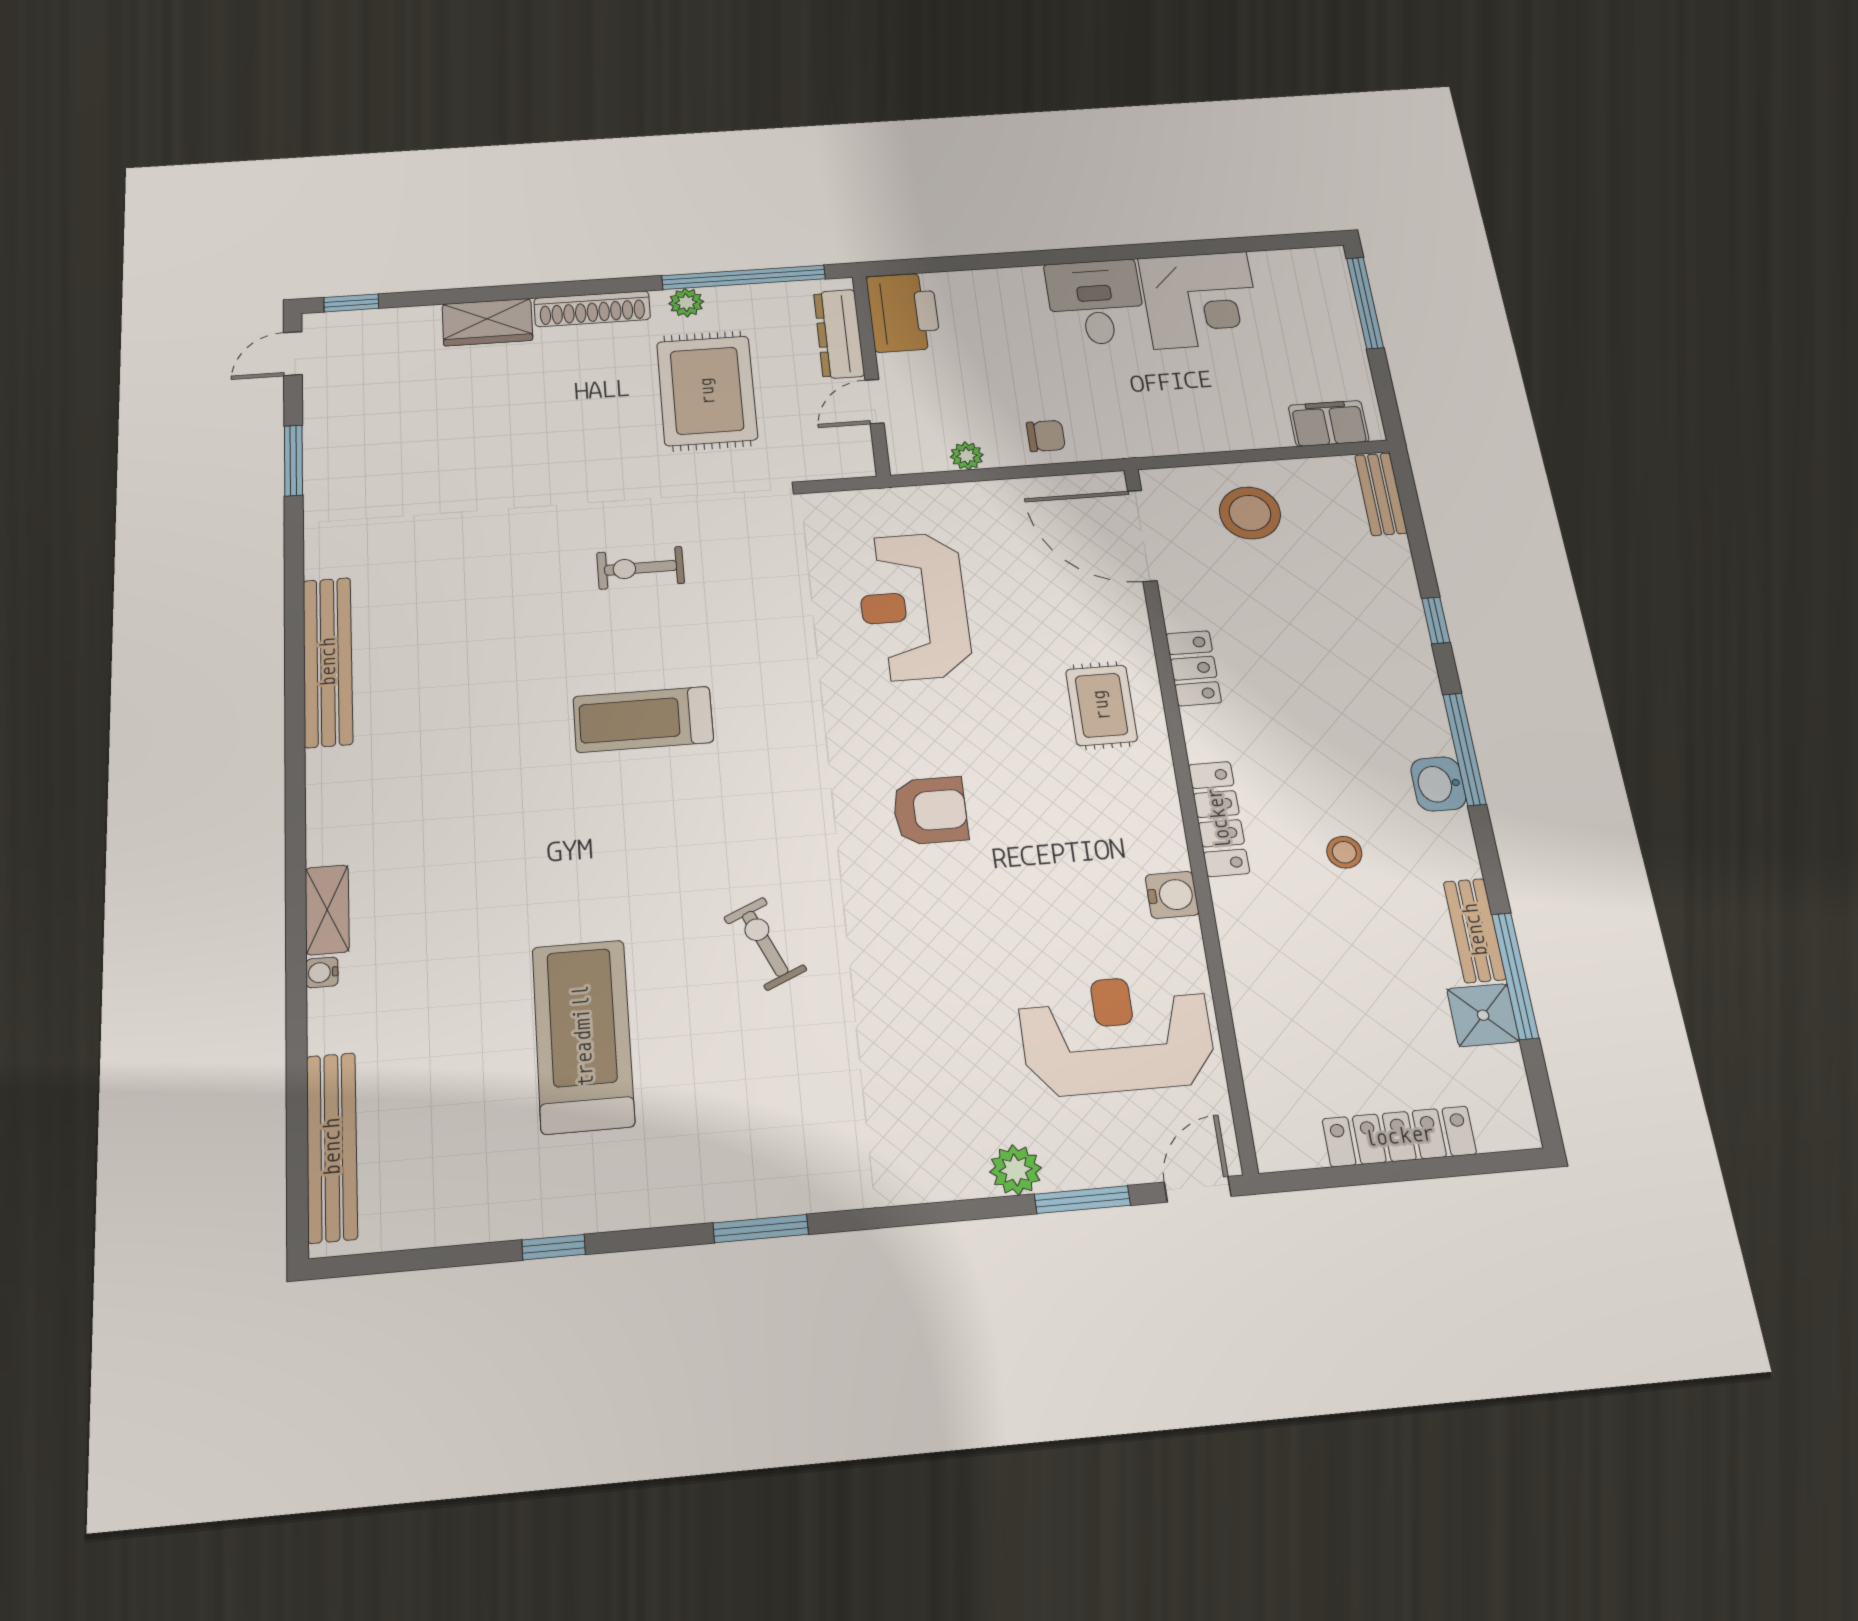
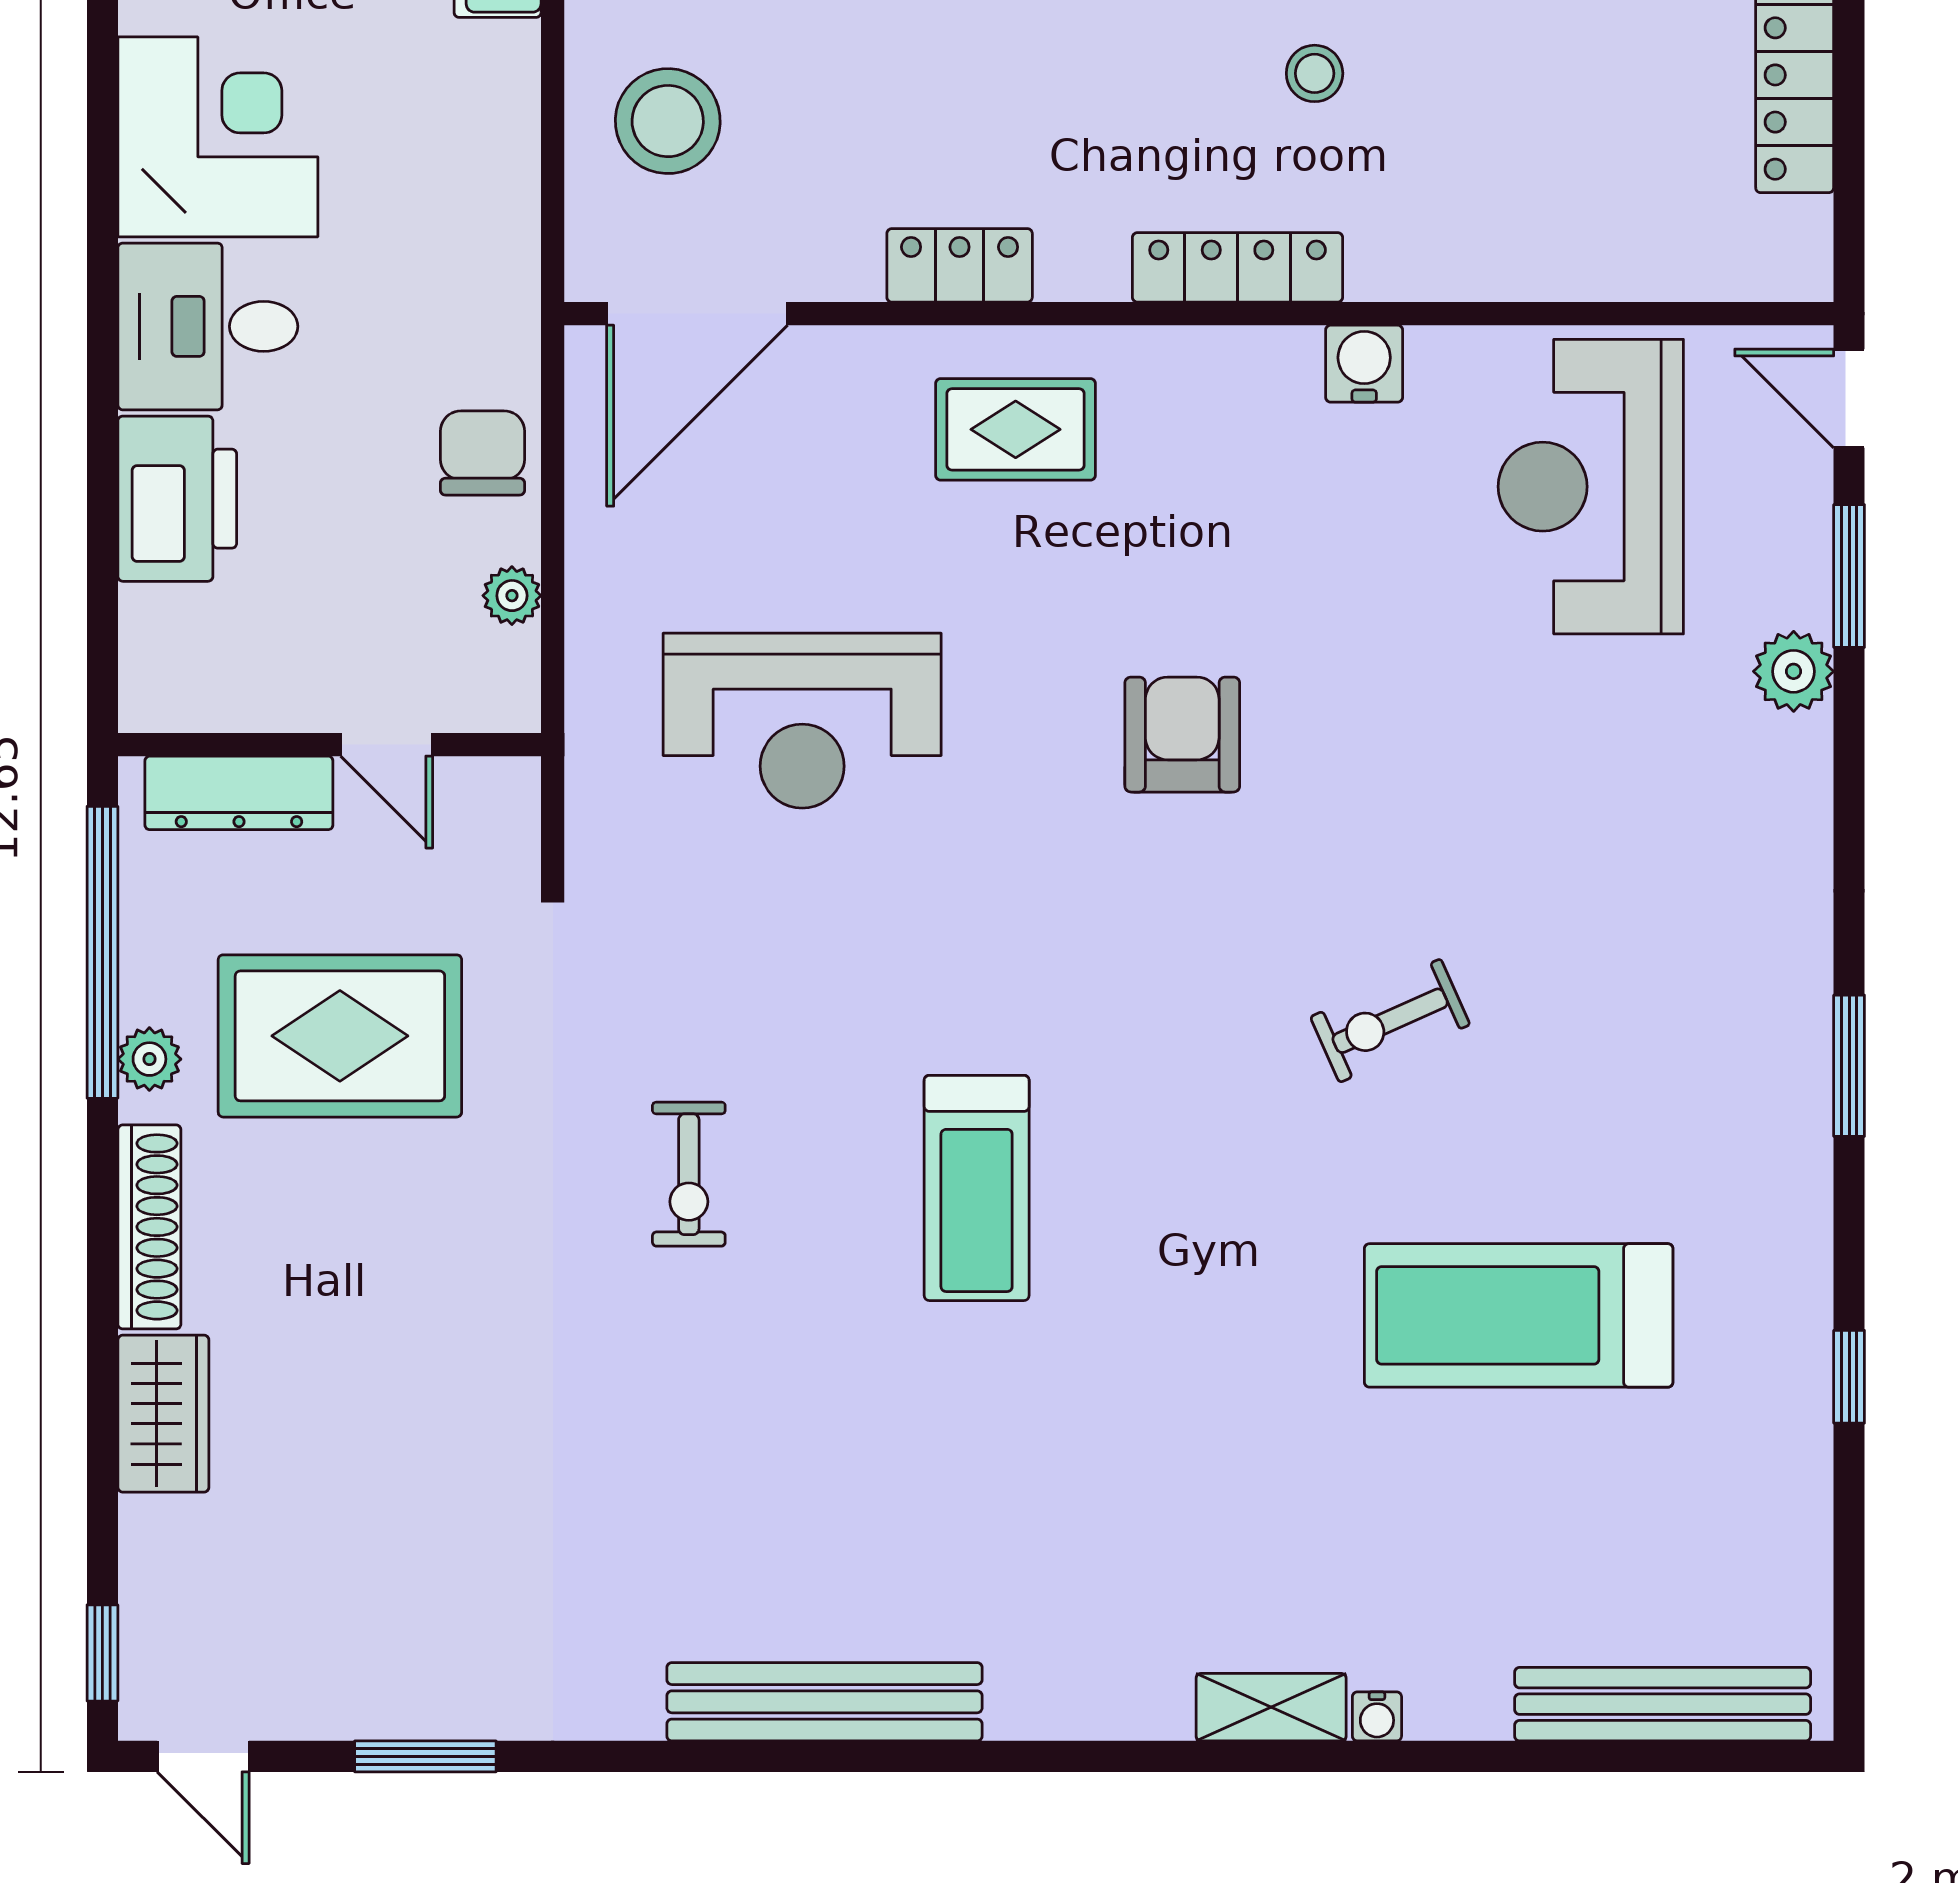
printer: (903, 312) -> (177, 499), moved, turned 90
chair: (1046, 436) -> (482, 453), width x1.37, depth x1.37

